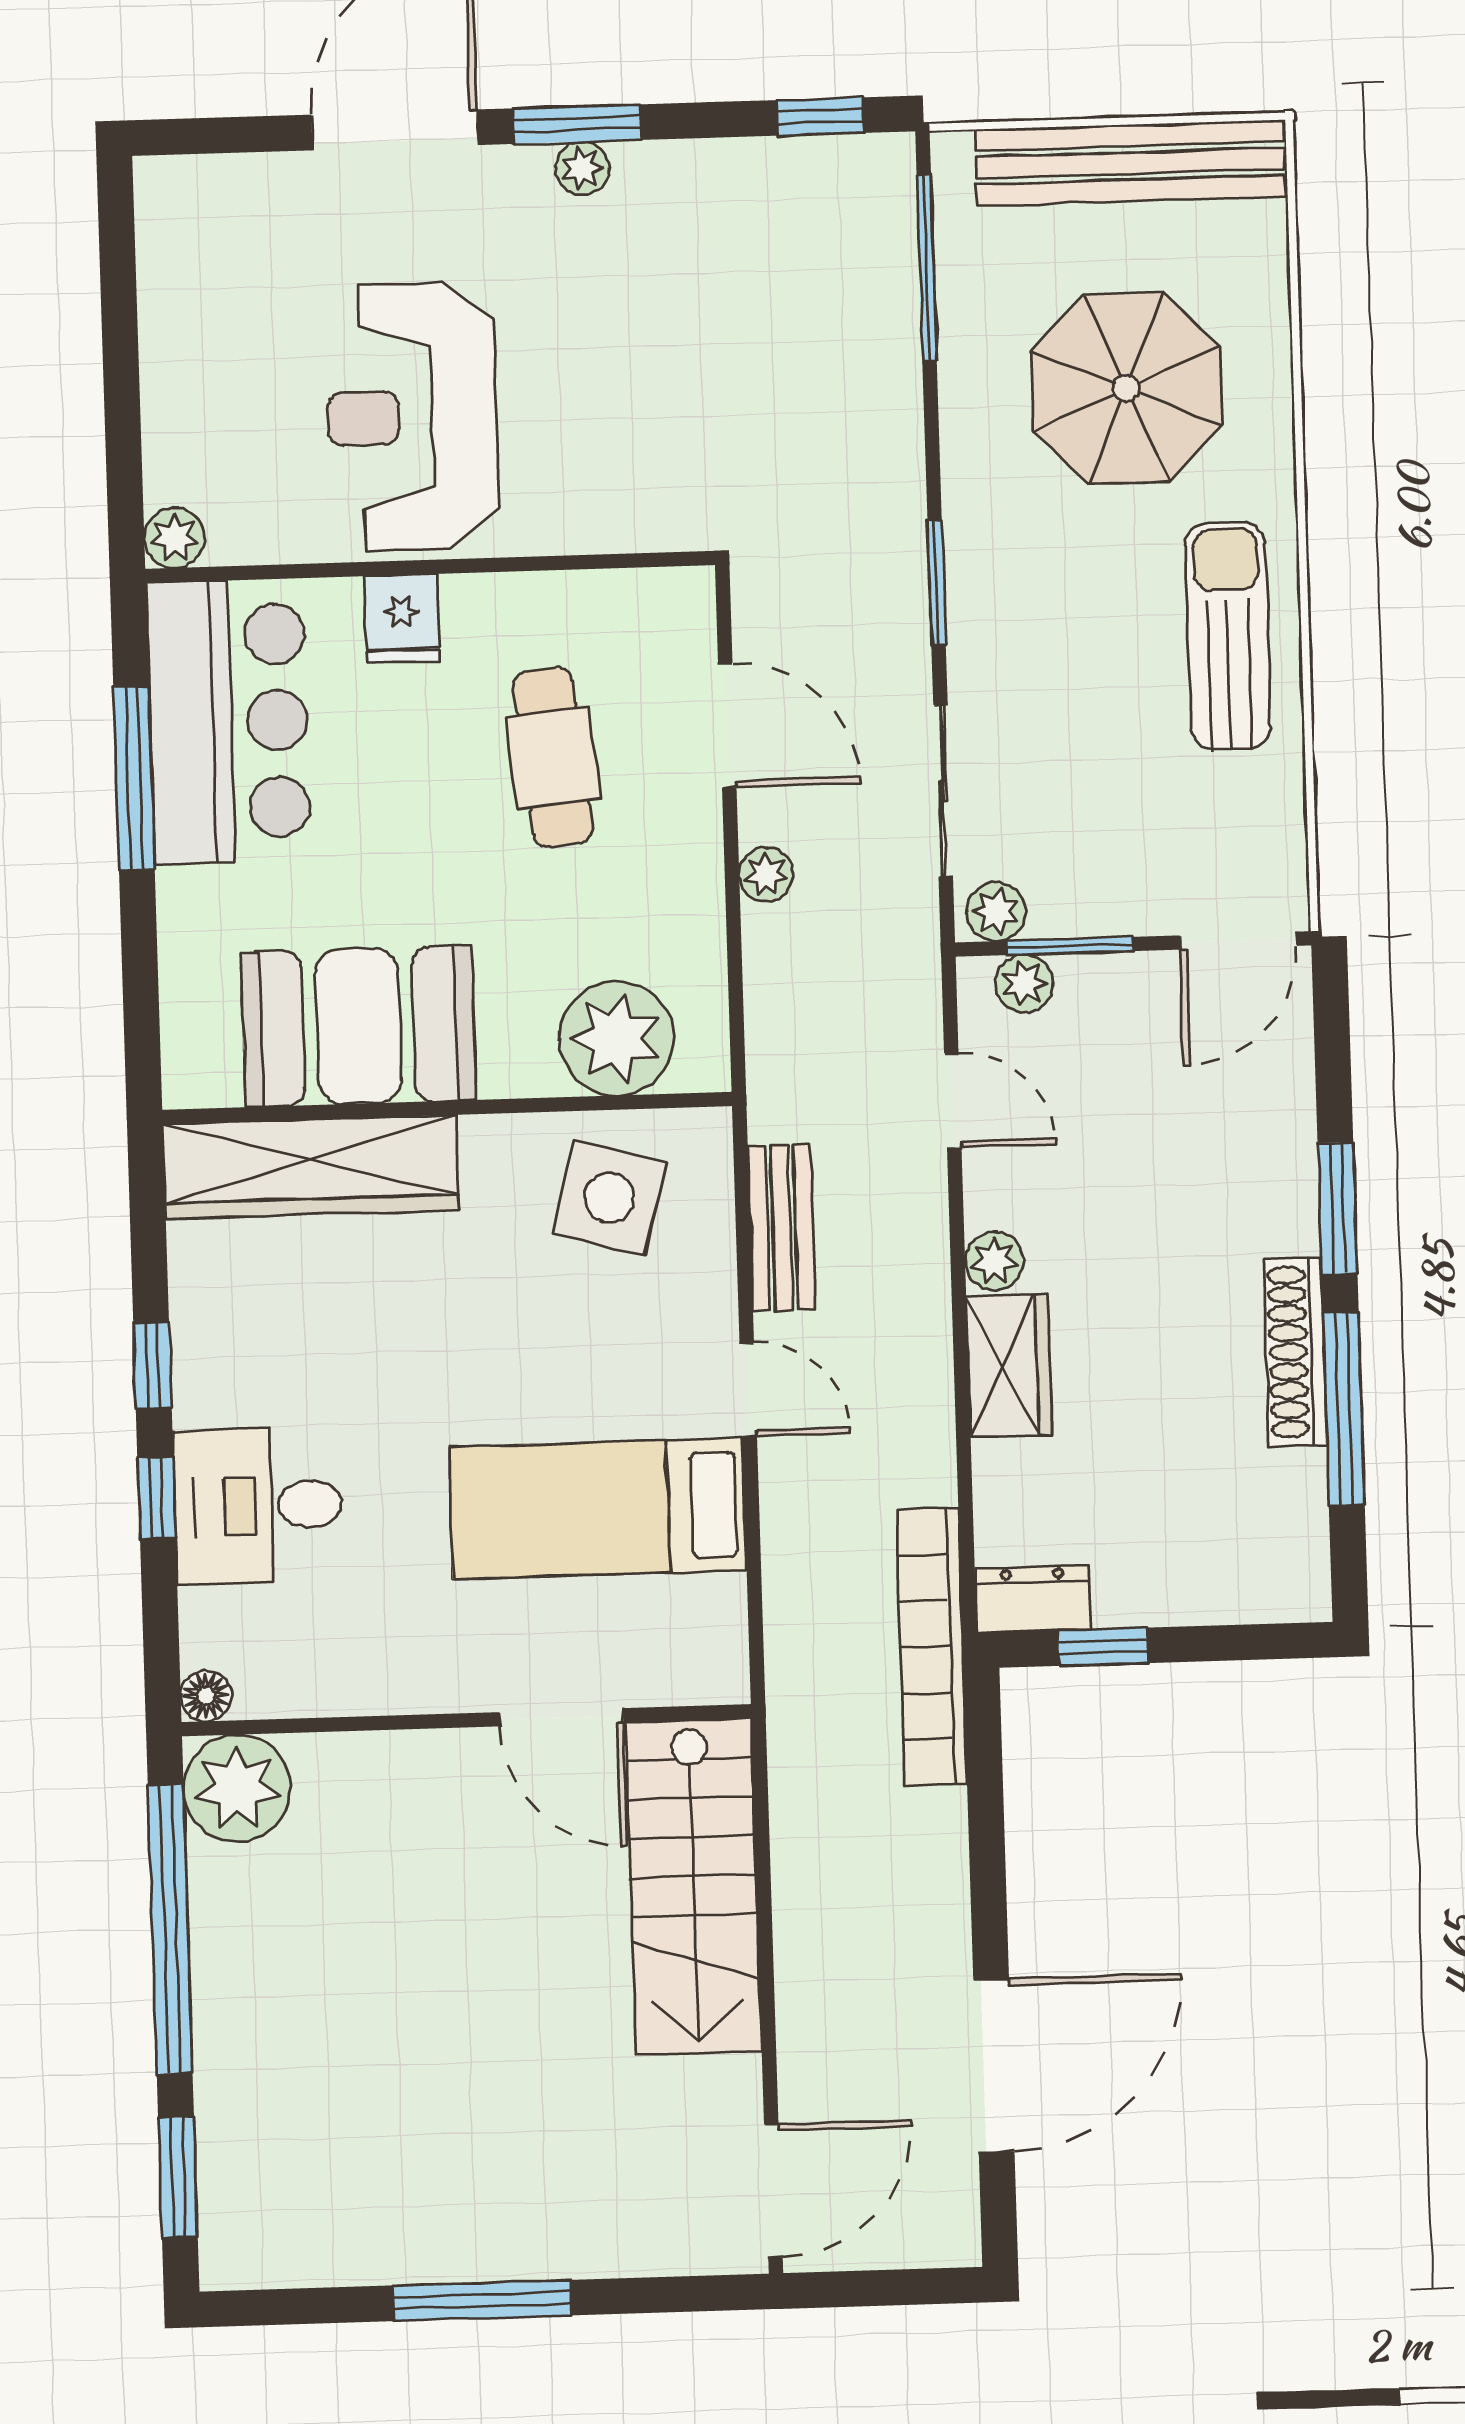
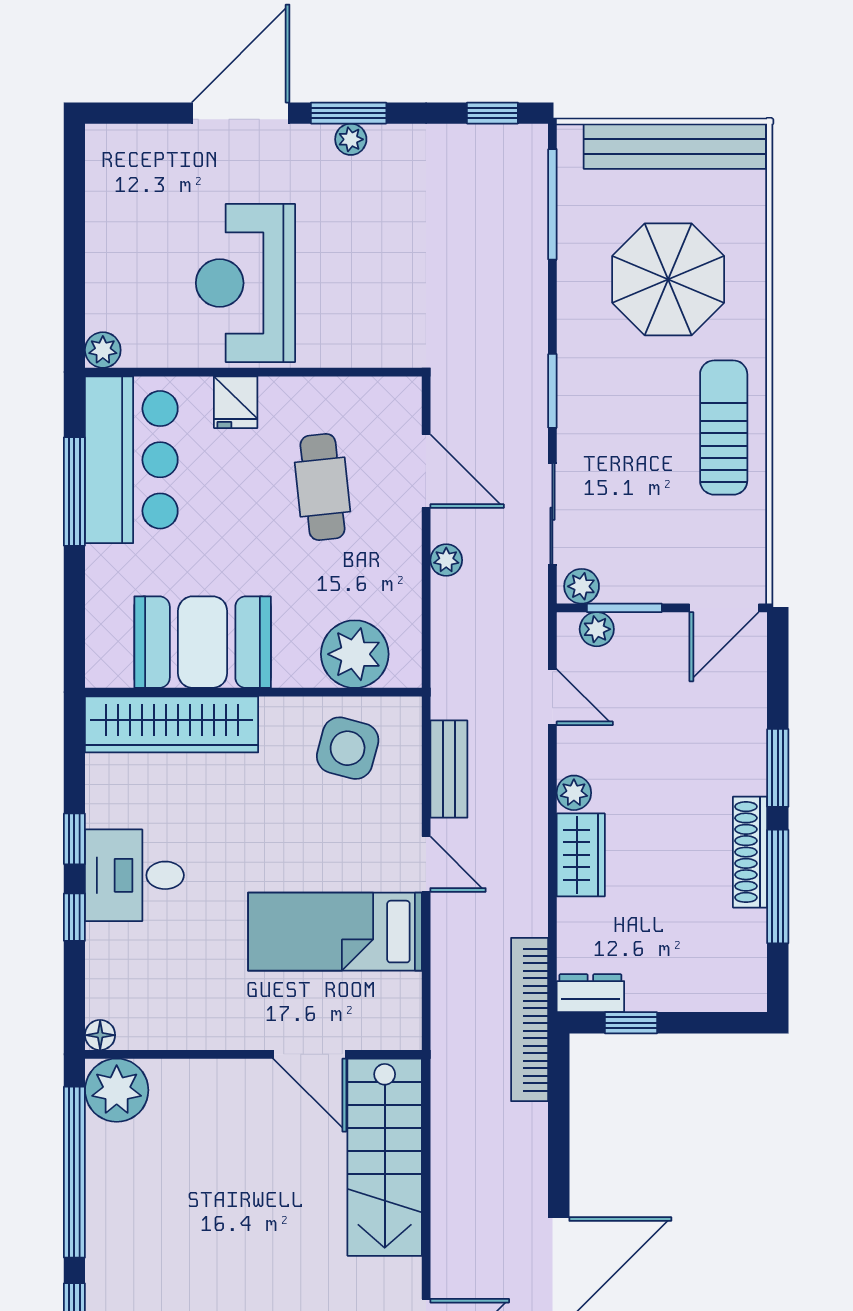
desk: (258, 1506) -> (134, 875), moved

